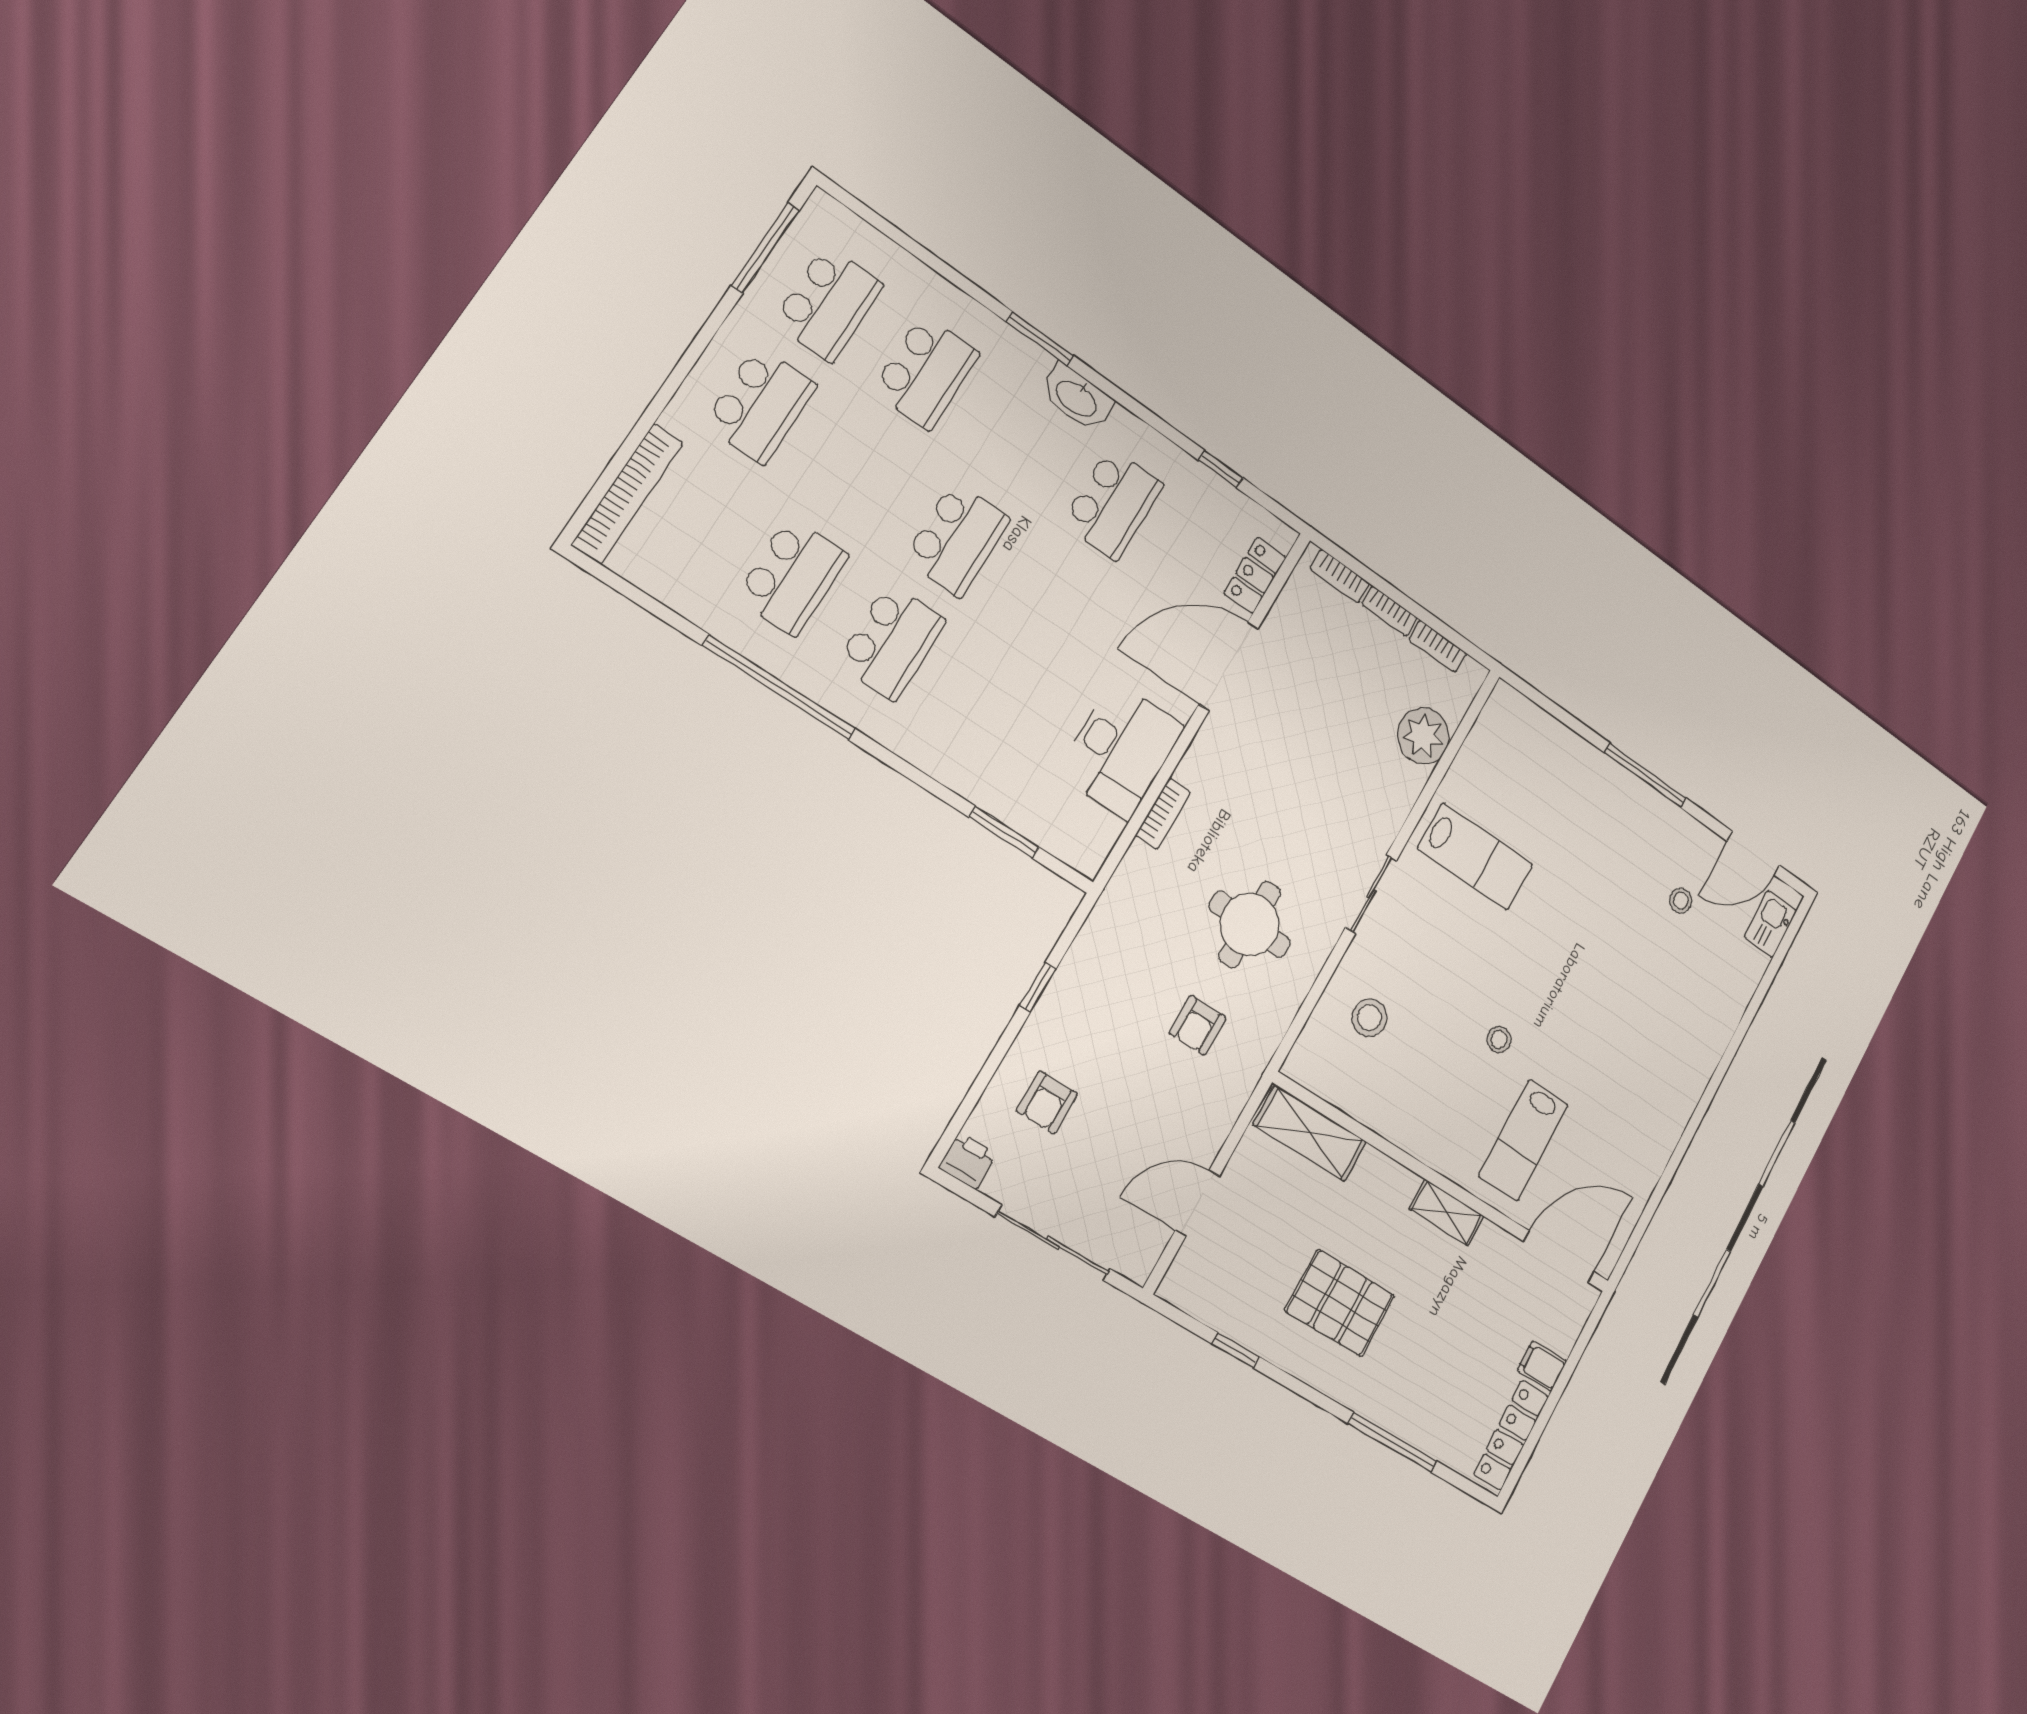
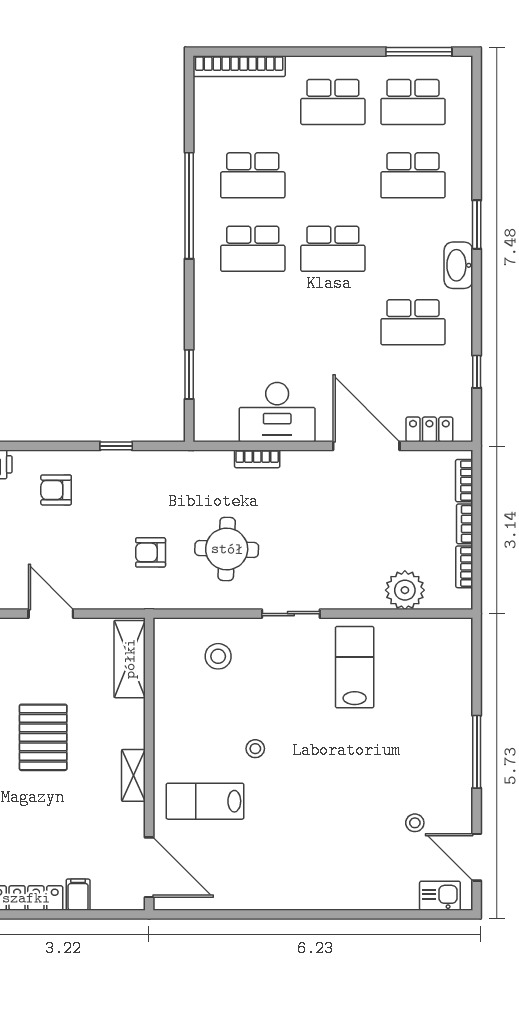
lab bench: (1475, 857) -> (355, 667), turned 180

